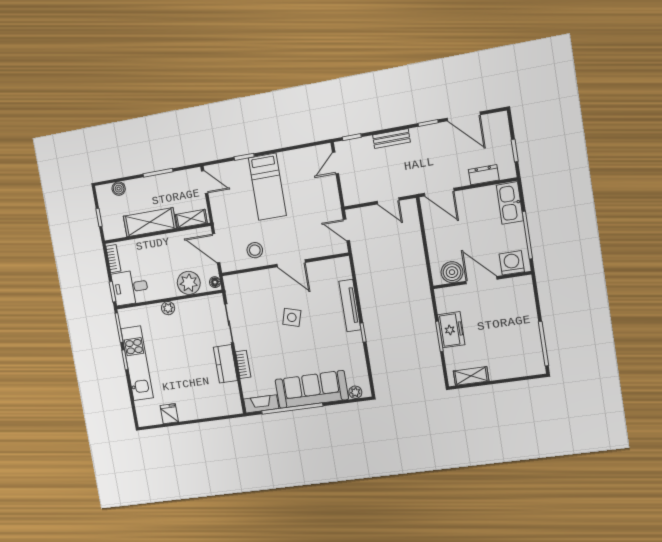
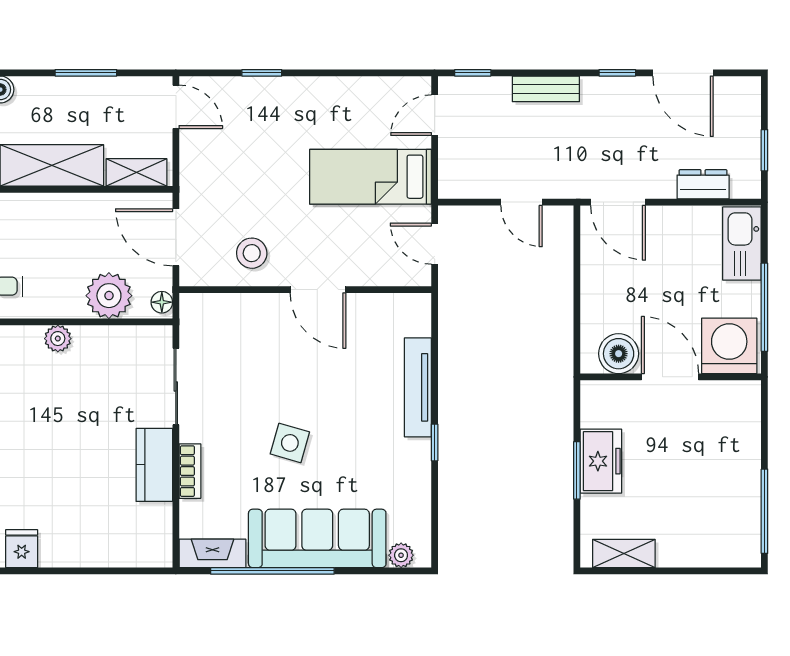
bed: (267, 187) -> (371, 177), moved, turned 90
washing machine: (512, 263) -> (729, 346), width x1.37, depth x1.37
side table: (292, 317) -> (290, 443), moved

